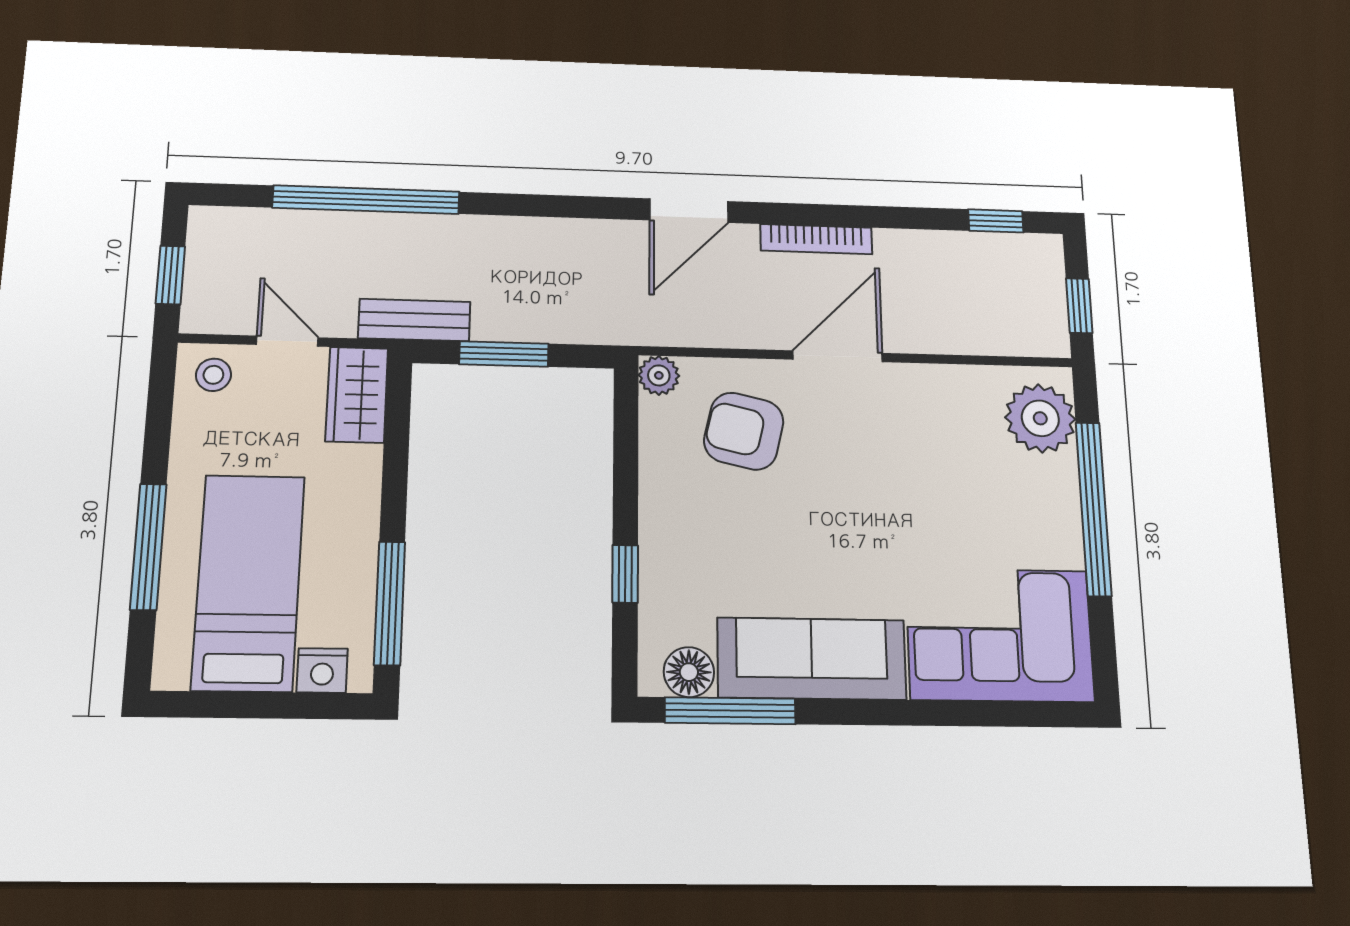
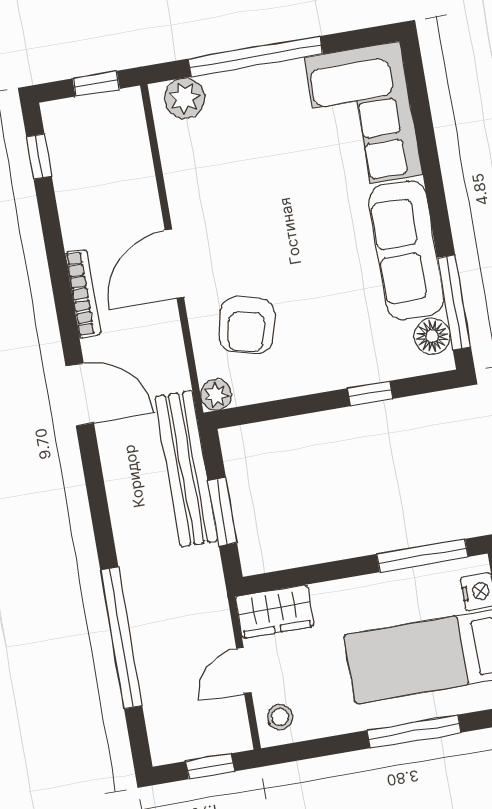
bench: (414, 320) -> (186, 469), moved, width x1.86, depth x1.21
door: (838, 356) -> (174, 264), hinge flipped
plant: (1040, 418) -> (185, 98), width x0.73, depth x0.73

